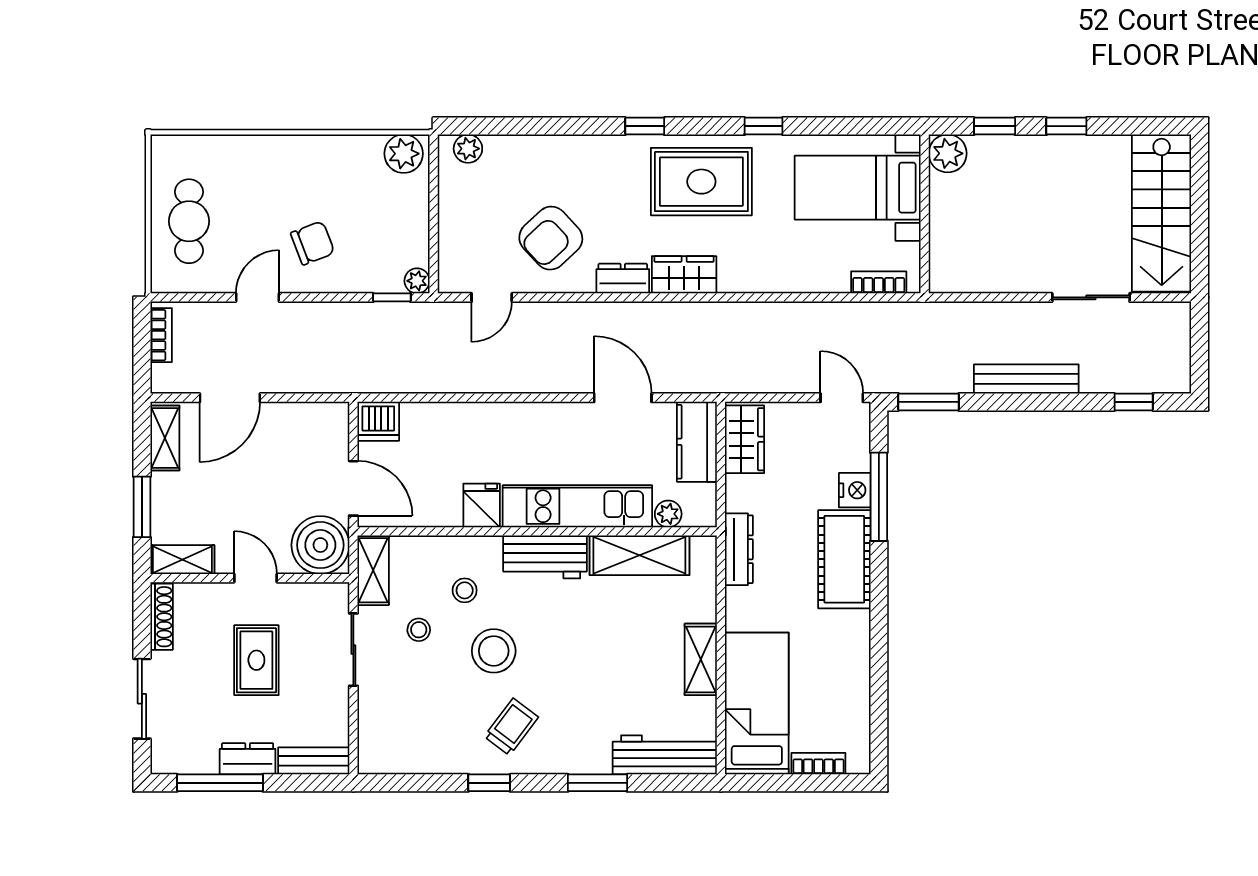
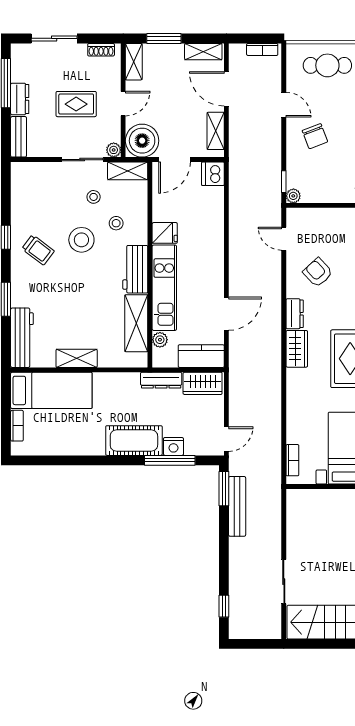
armchair: (551, 238) -> (318, 273), width x0.72, depth x0.72
bench: (1026, 379) -> (237, 506), moved
shelving: (303, 416) -> (216, 131), added
dresser: (739, 549) -> (161, 380), moved
plant: (337, 595) -> (114, 150), added
shoe rack: (162, 617) -> (101, 50), width x0.70

